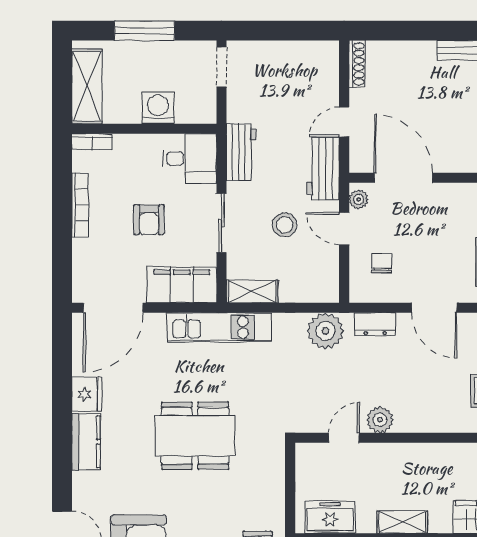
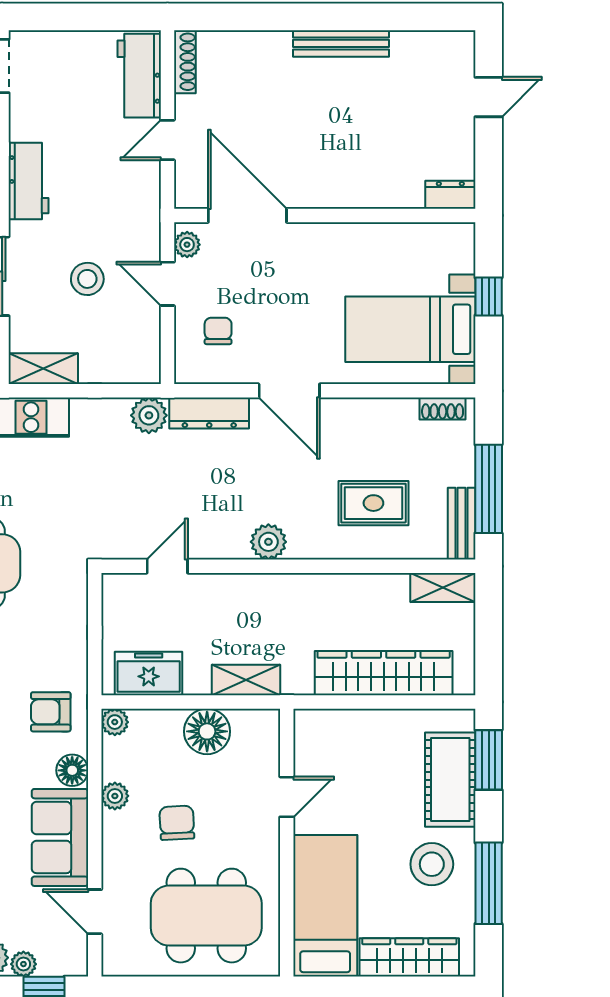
workbench: (323, 169) -> (139, 76), moved
dresser: (375, 324) -> (209, 413), width x1.44
plant: (325, 331) -> (149, 415), width x0.73, depth x0.73
plant: (380, 420) -> (268, 542), moved

